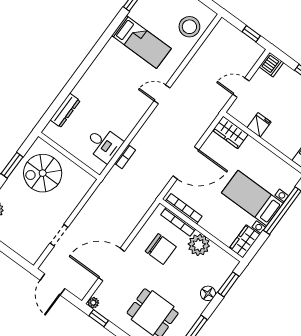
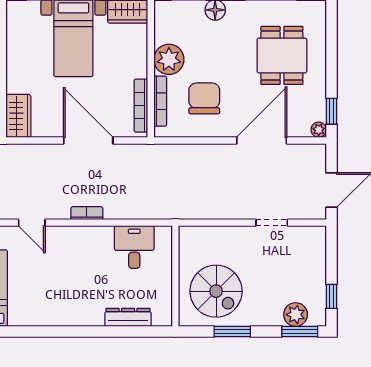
bookcase: (125, 157) -> (87, 213), moved
door: (111, 265) -> (262, 140), swing flipped

